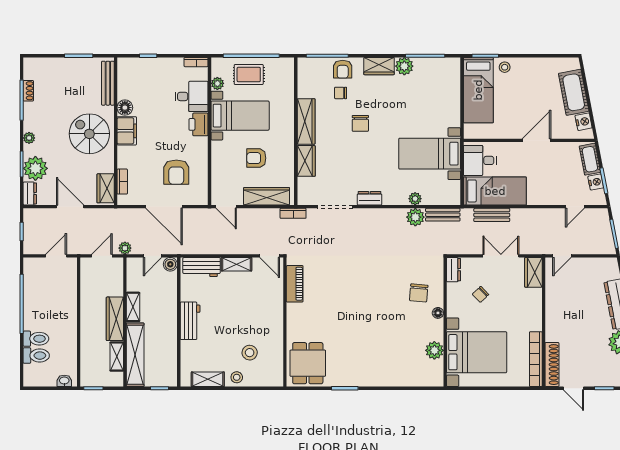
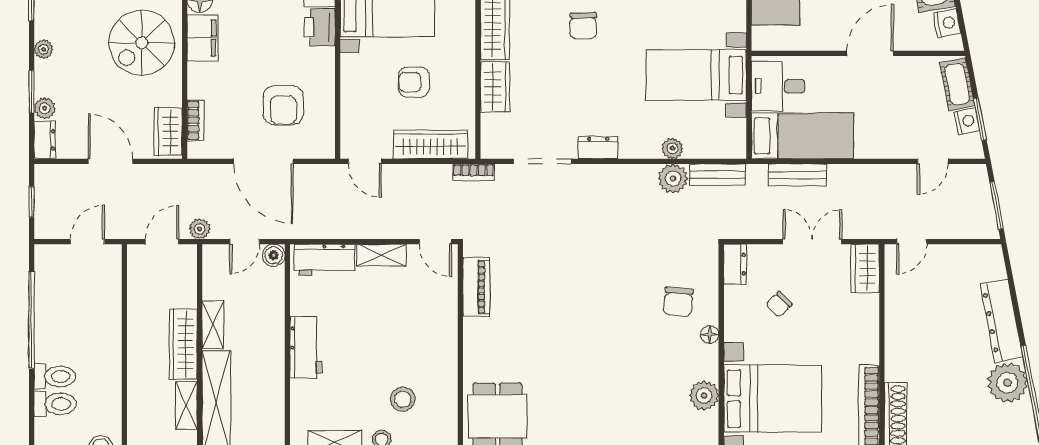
spiral stairs: (89, 134) -> (142, 43), turned -90
plant: (35, 168) -> (45, 108), width x0.53, depth x0.53

